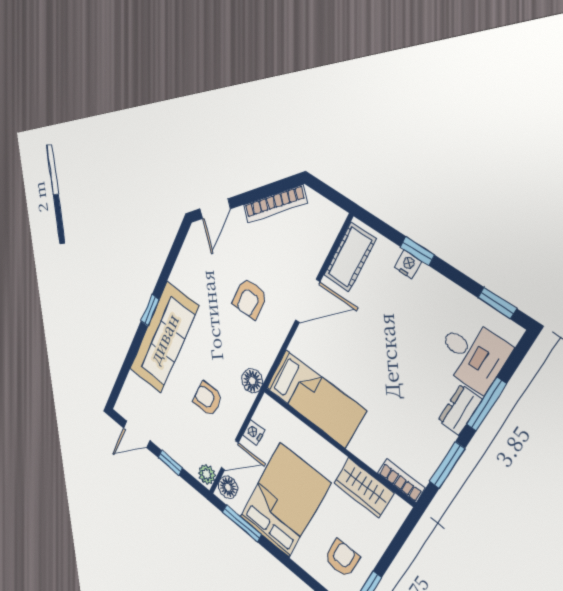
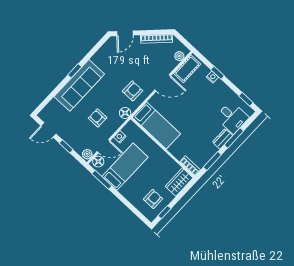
plant: (328, 232) -> (179, 56), added
armchair: (250, 299) -> (133, 91), moved, turned 180
wardrobe: (364, 488) -> (179, 182), moved, turned 90
bed: (284, 500) -> (125, 167), width x0.67

